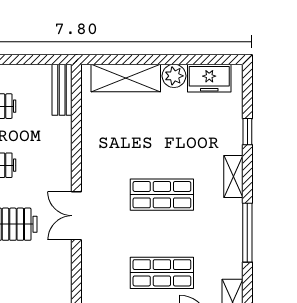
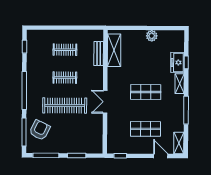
shelving: (126, 78) -> (114, 50), moved, turned 90
freezer: (209, 78) -> (178, 62), moved, turned 90
bench: (62, 90) -> (99, 54), moved

